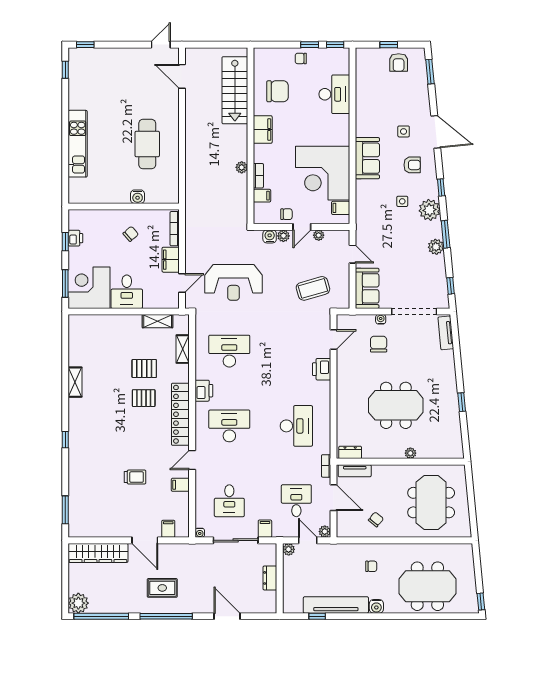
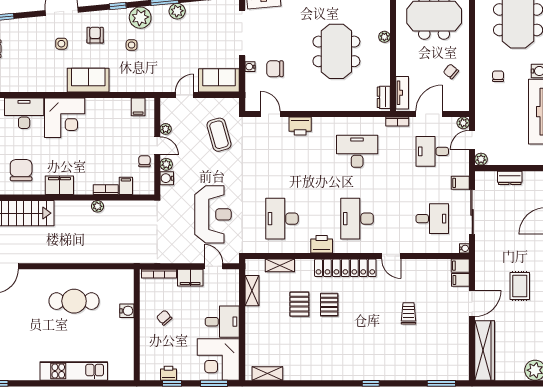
corner desk: (323, 173) -> (65, 118), moved, width x0.74, depth x0.74
shelving: (75, 382) -> (267, 374), moved
filing cabinet: (180, 485) -> (460, 266), moved, turned 90

